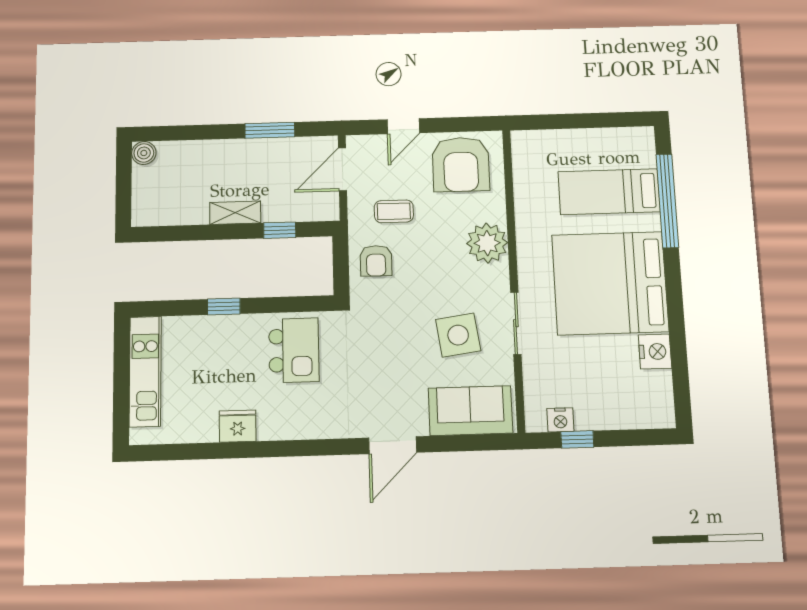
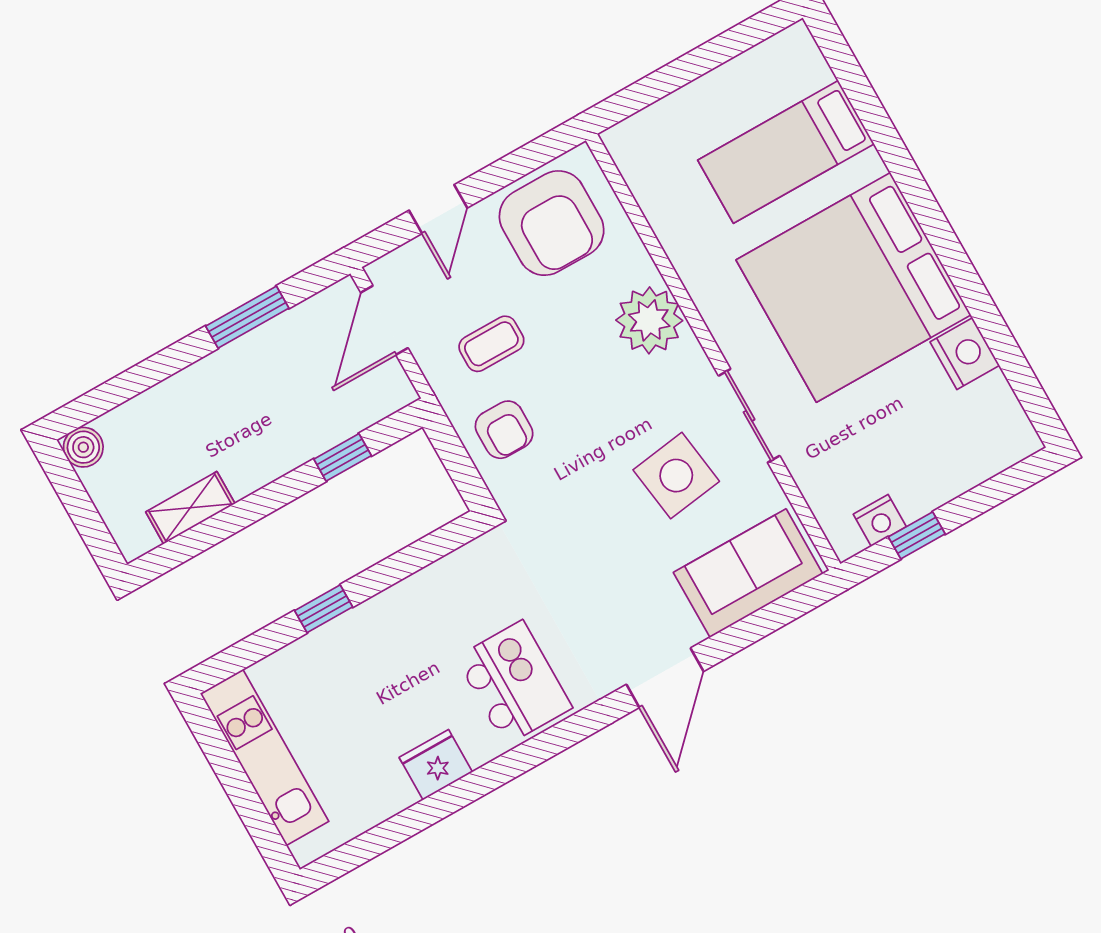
window: (667, 201) -> (876, 122), removed
shelving: (235, 213) -> (190, 508), moved
kitchen island: (294, 350) -> (514, 683), moved

